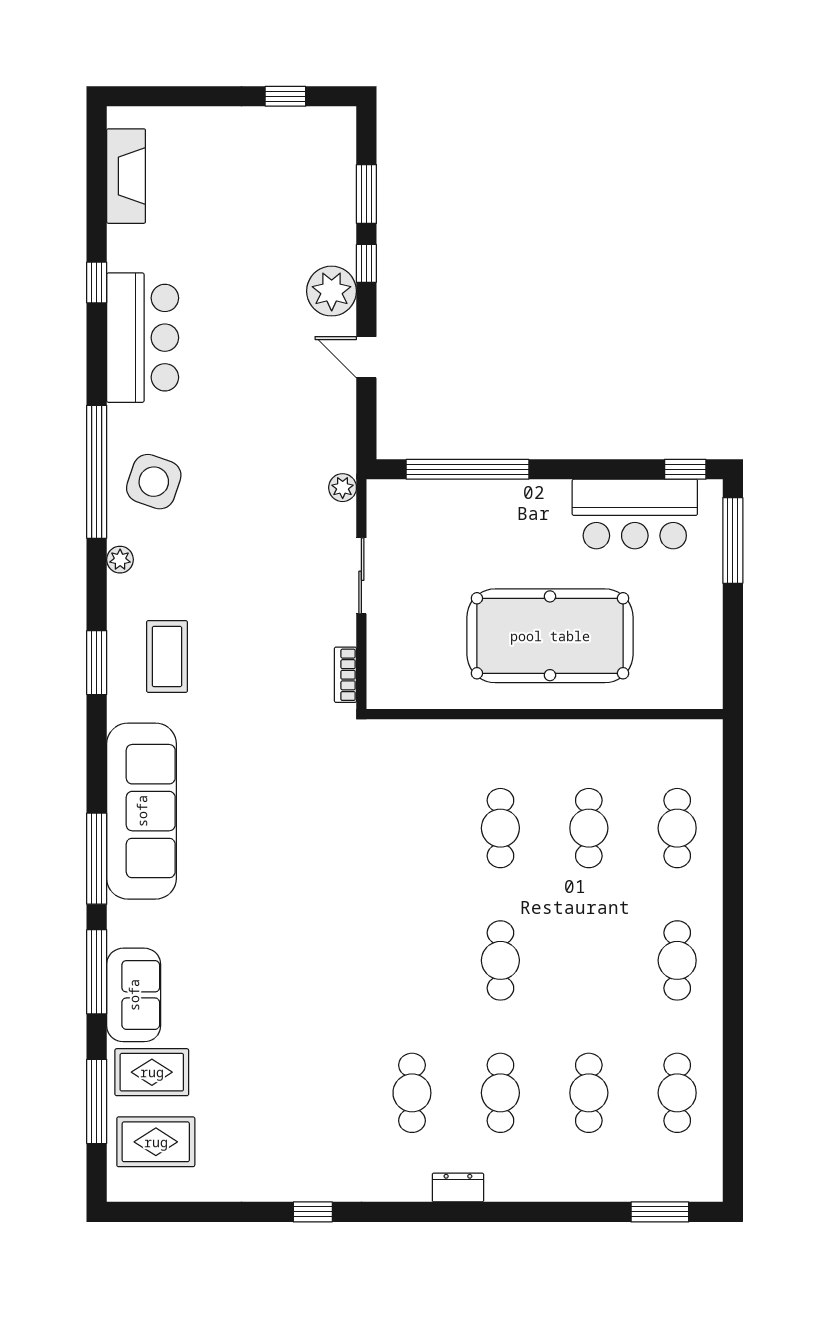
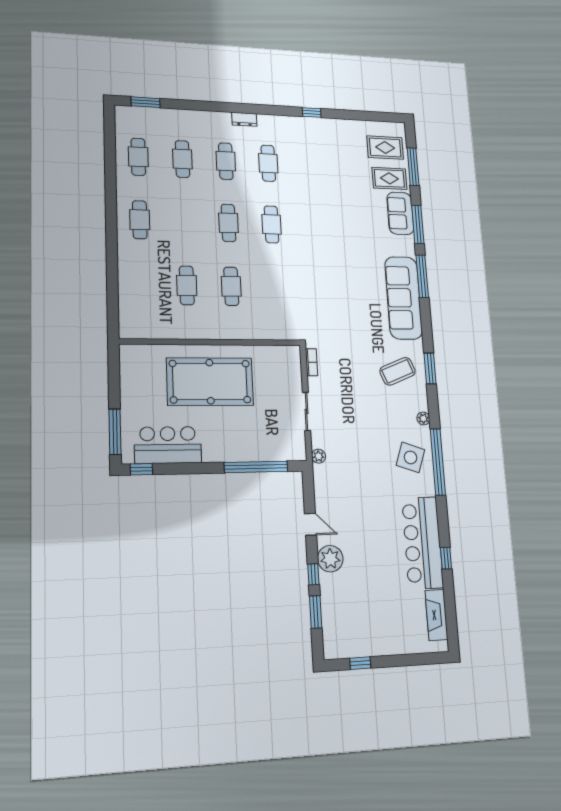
bar counter: (143, 338) -> (423, 543), width x1.36
coffee table: (167, 657) -> (398, 371), turned 68
cafe table: (677, 828) -> (272, 224), moved

